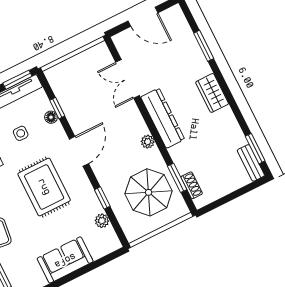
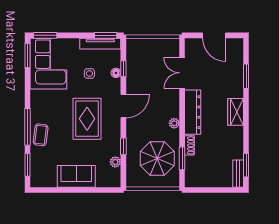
shoe rack: (192, 185) -> (189, 145), moved

